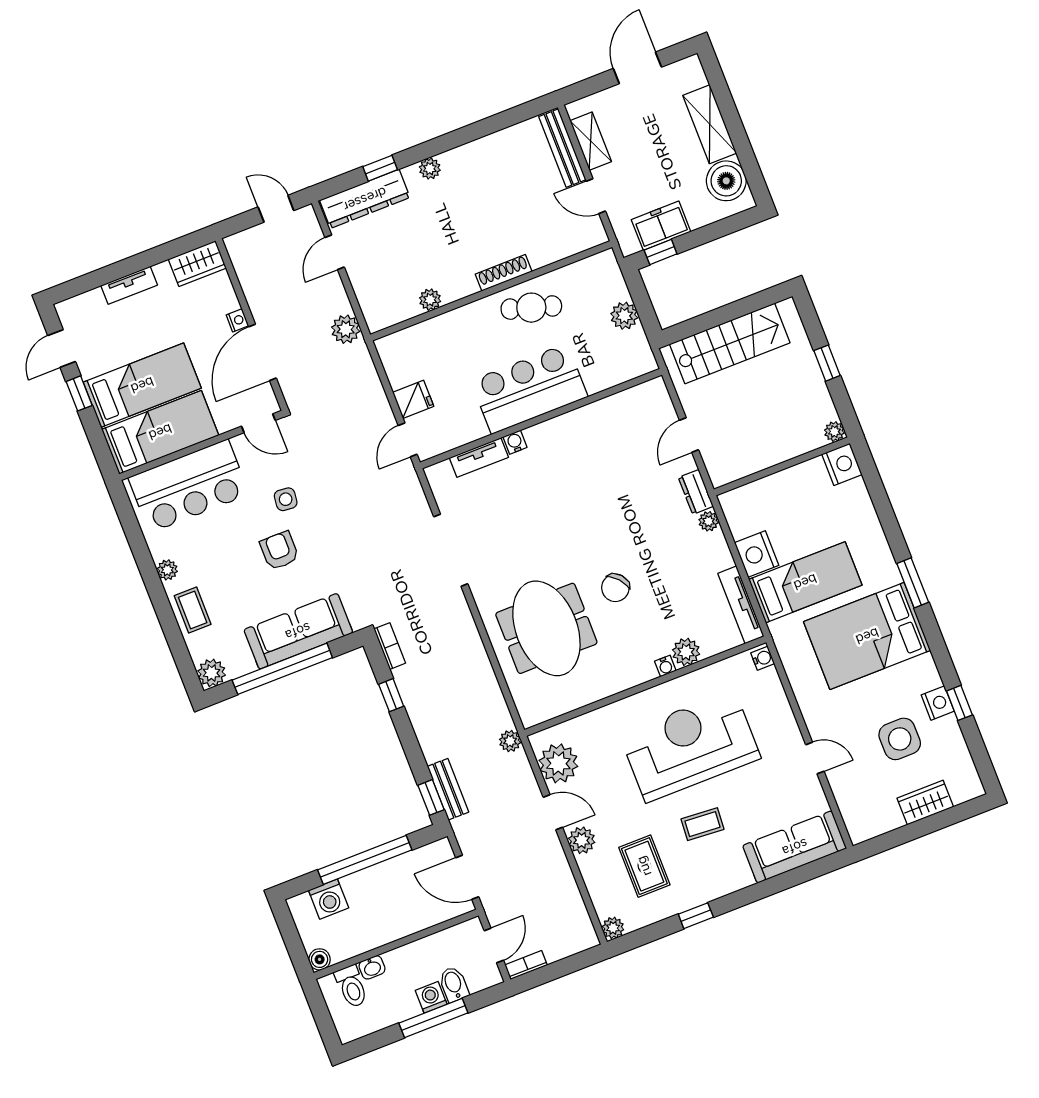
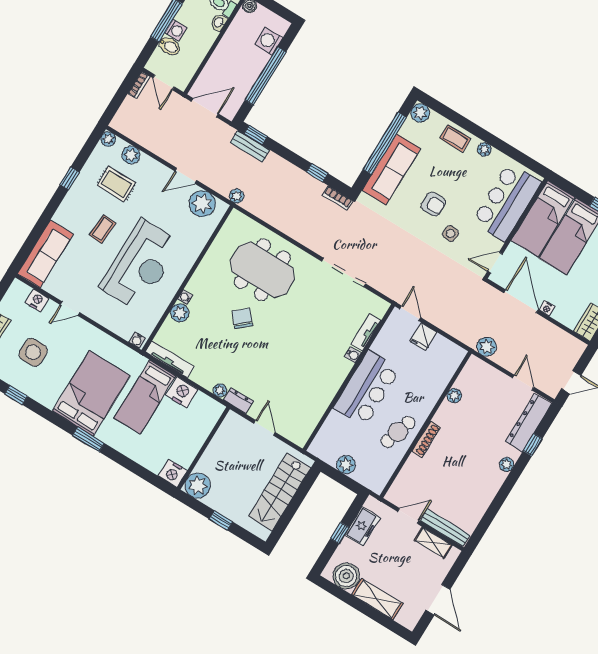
window: (661, 252) -> (340, 533), moved
plant: (834, 432) -> (198, 486), width x1.88, depth x1.88
nightstand: (938, 703) -> (37, 300), moved, turned 180
plant: (582, 840) -> (131, 155), moved

